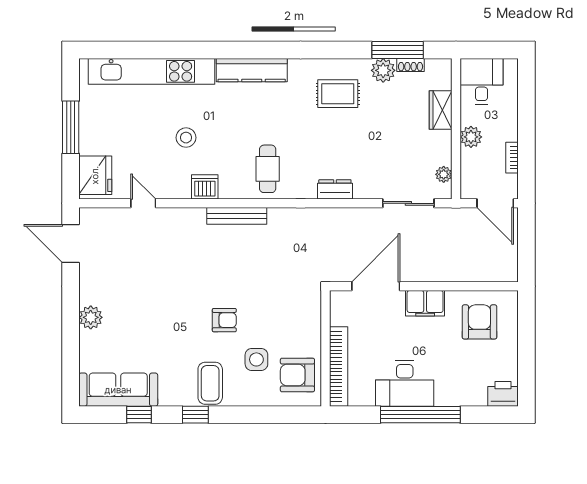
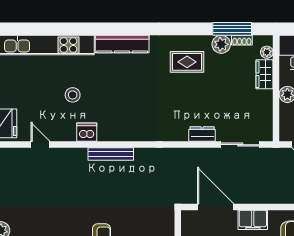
cafe table: (268, 169) -> (134, 119), removed
plant: (444, 174) -> (267, 52), moved
dresser: (335, 189) -> (202, 134), moved
door: (376, 286) -> (216, 207), hinge flipped

